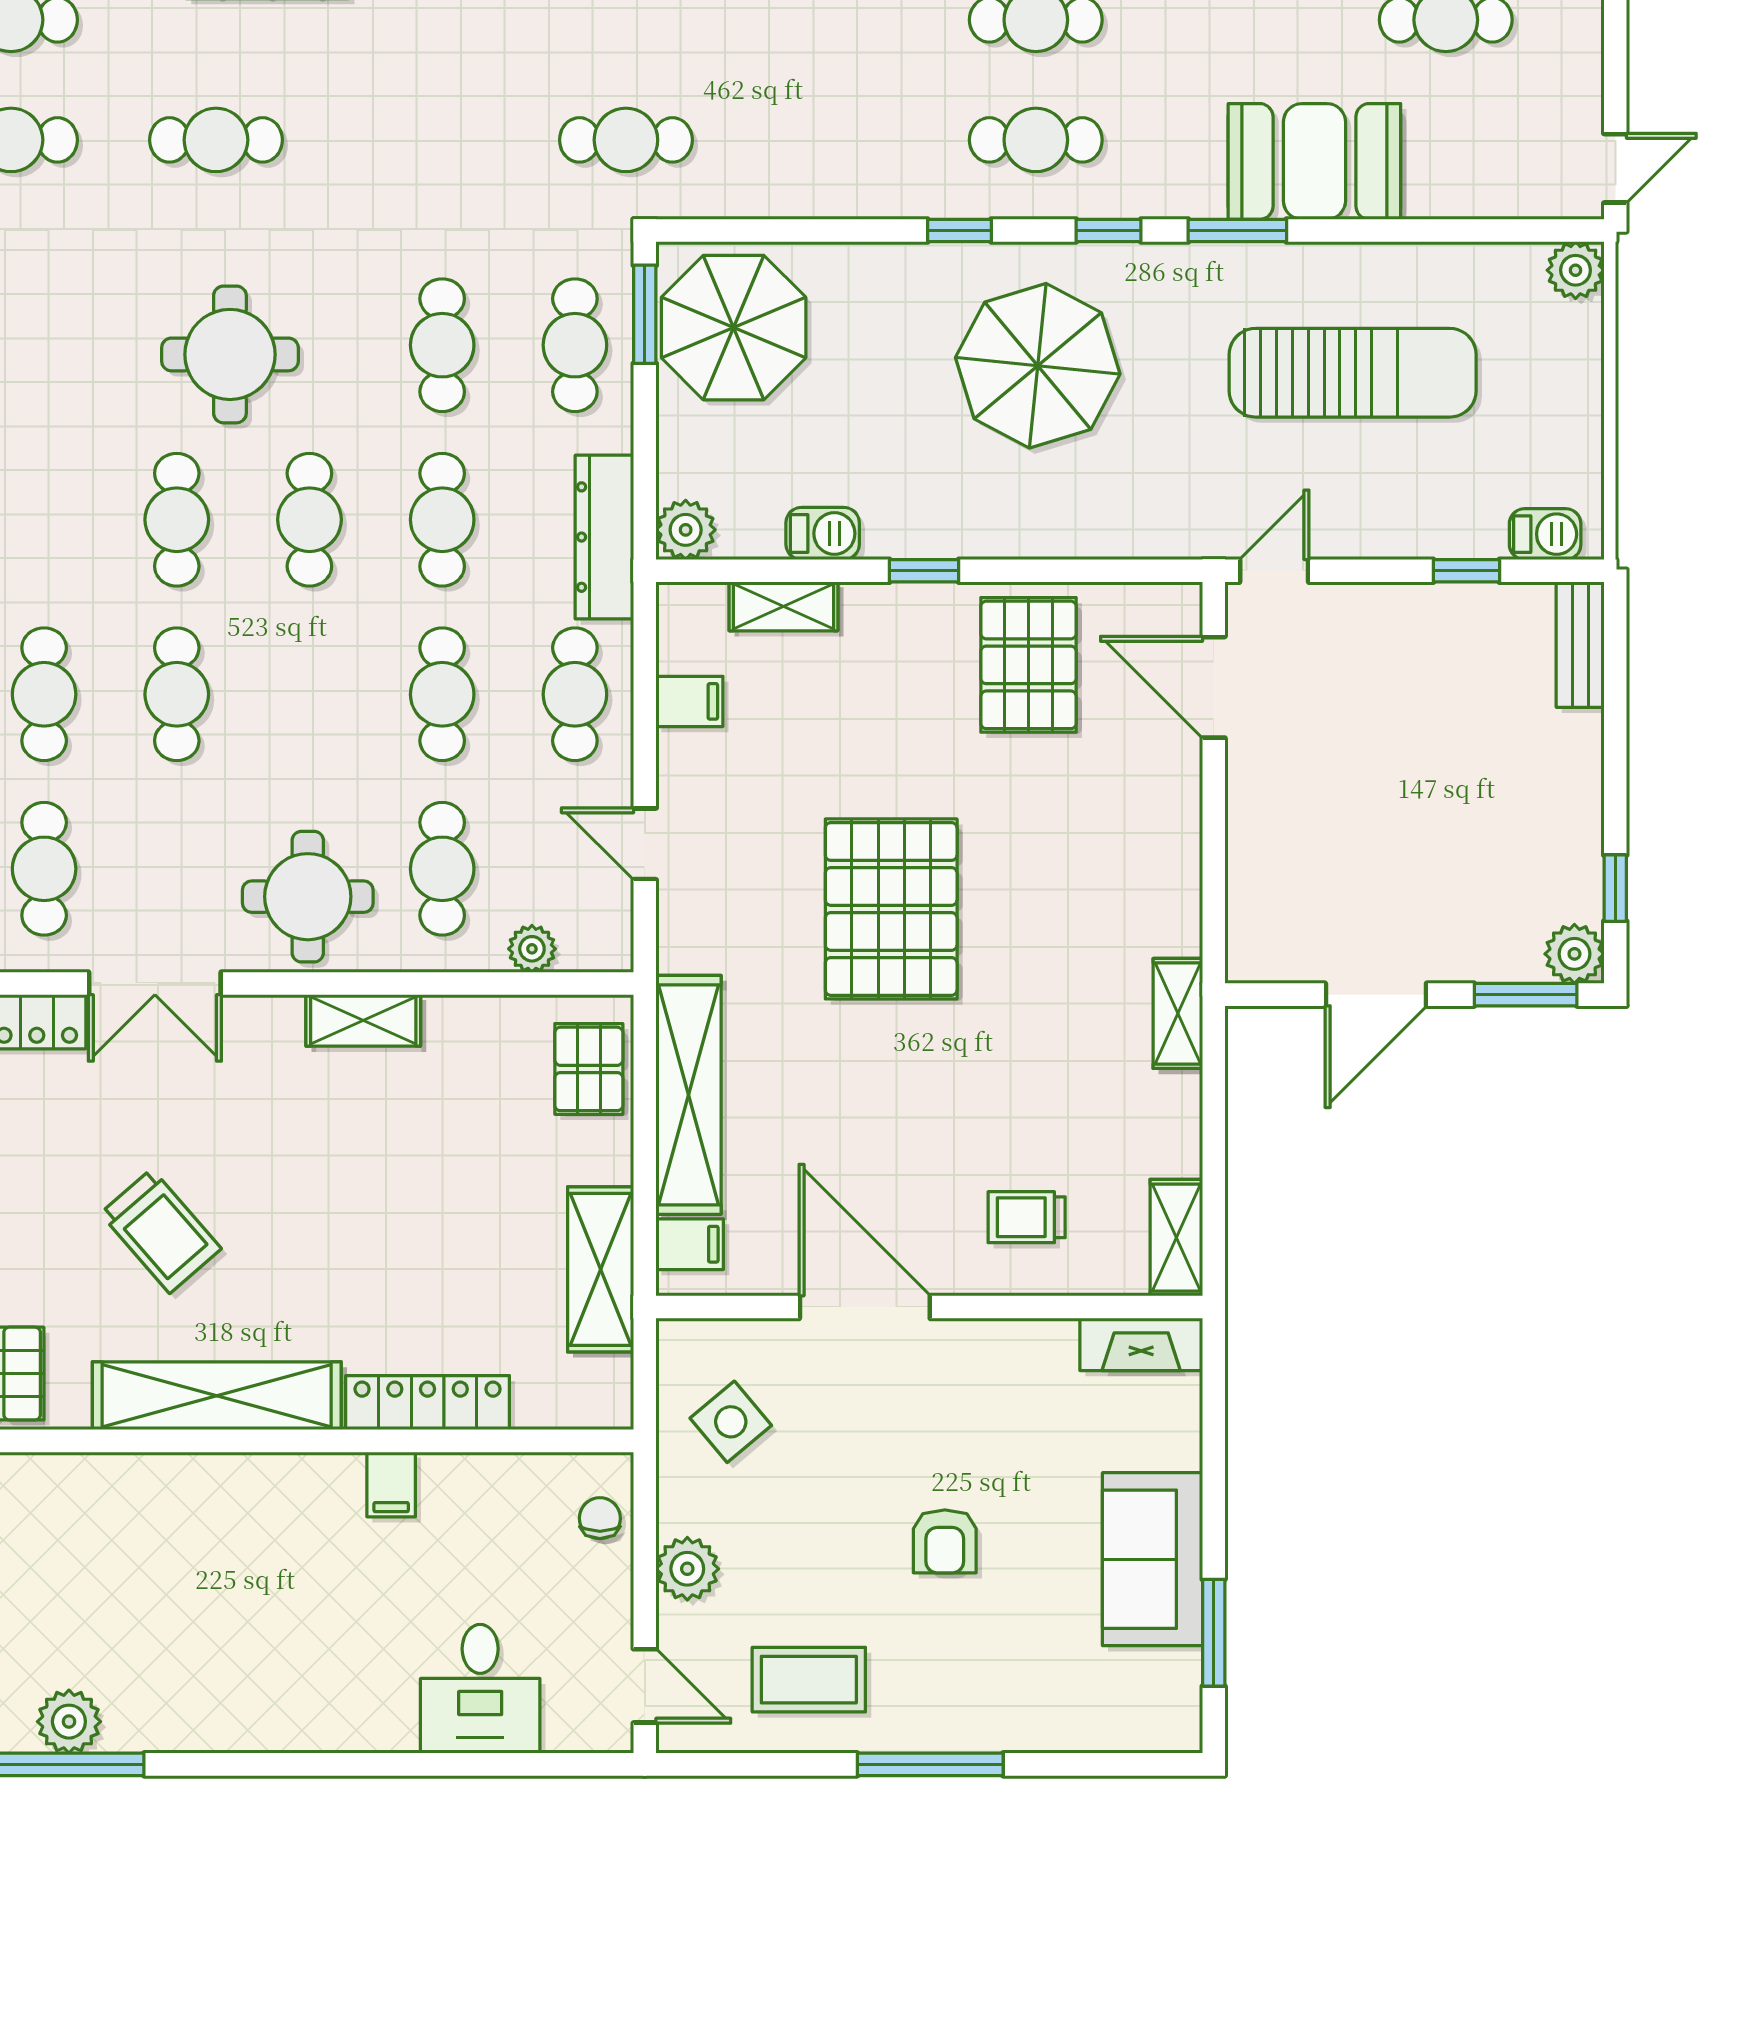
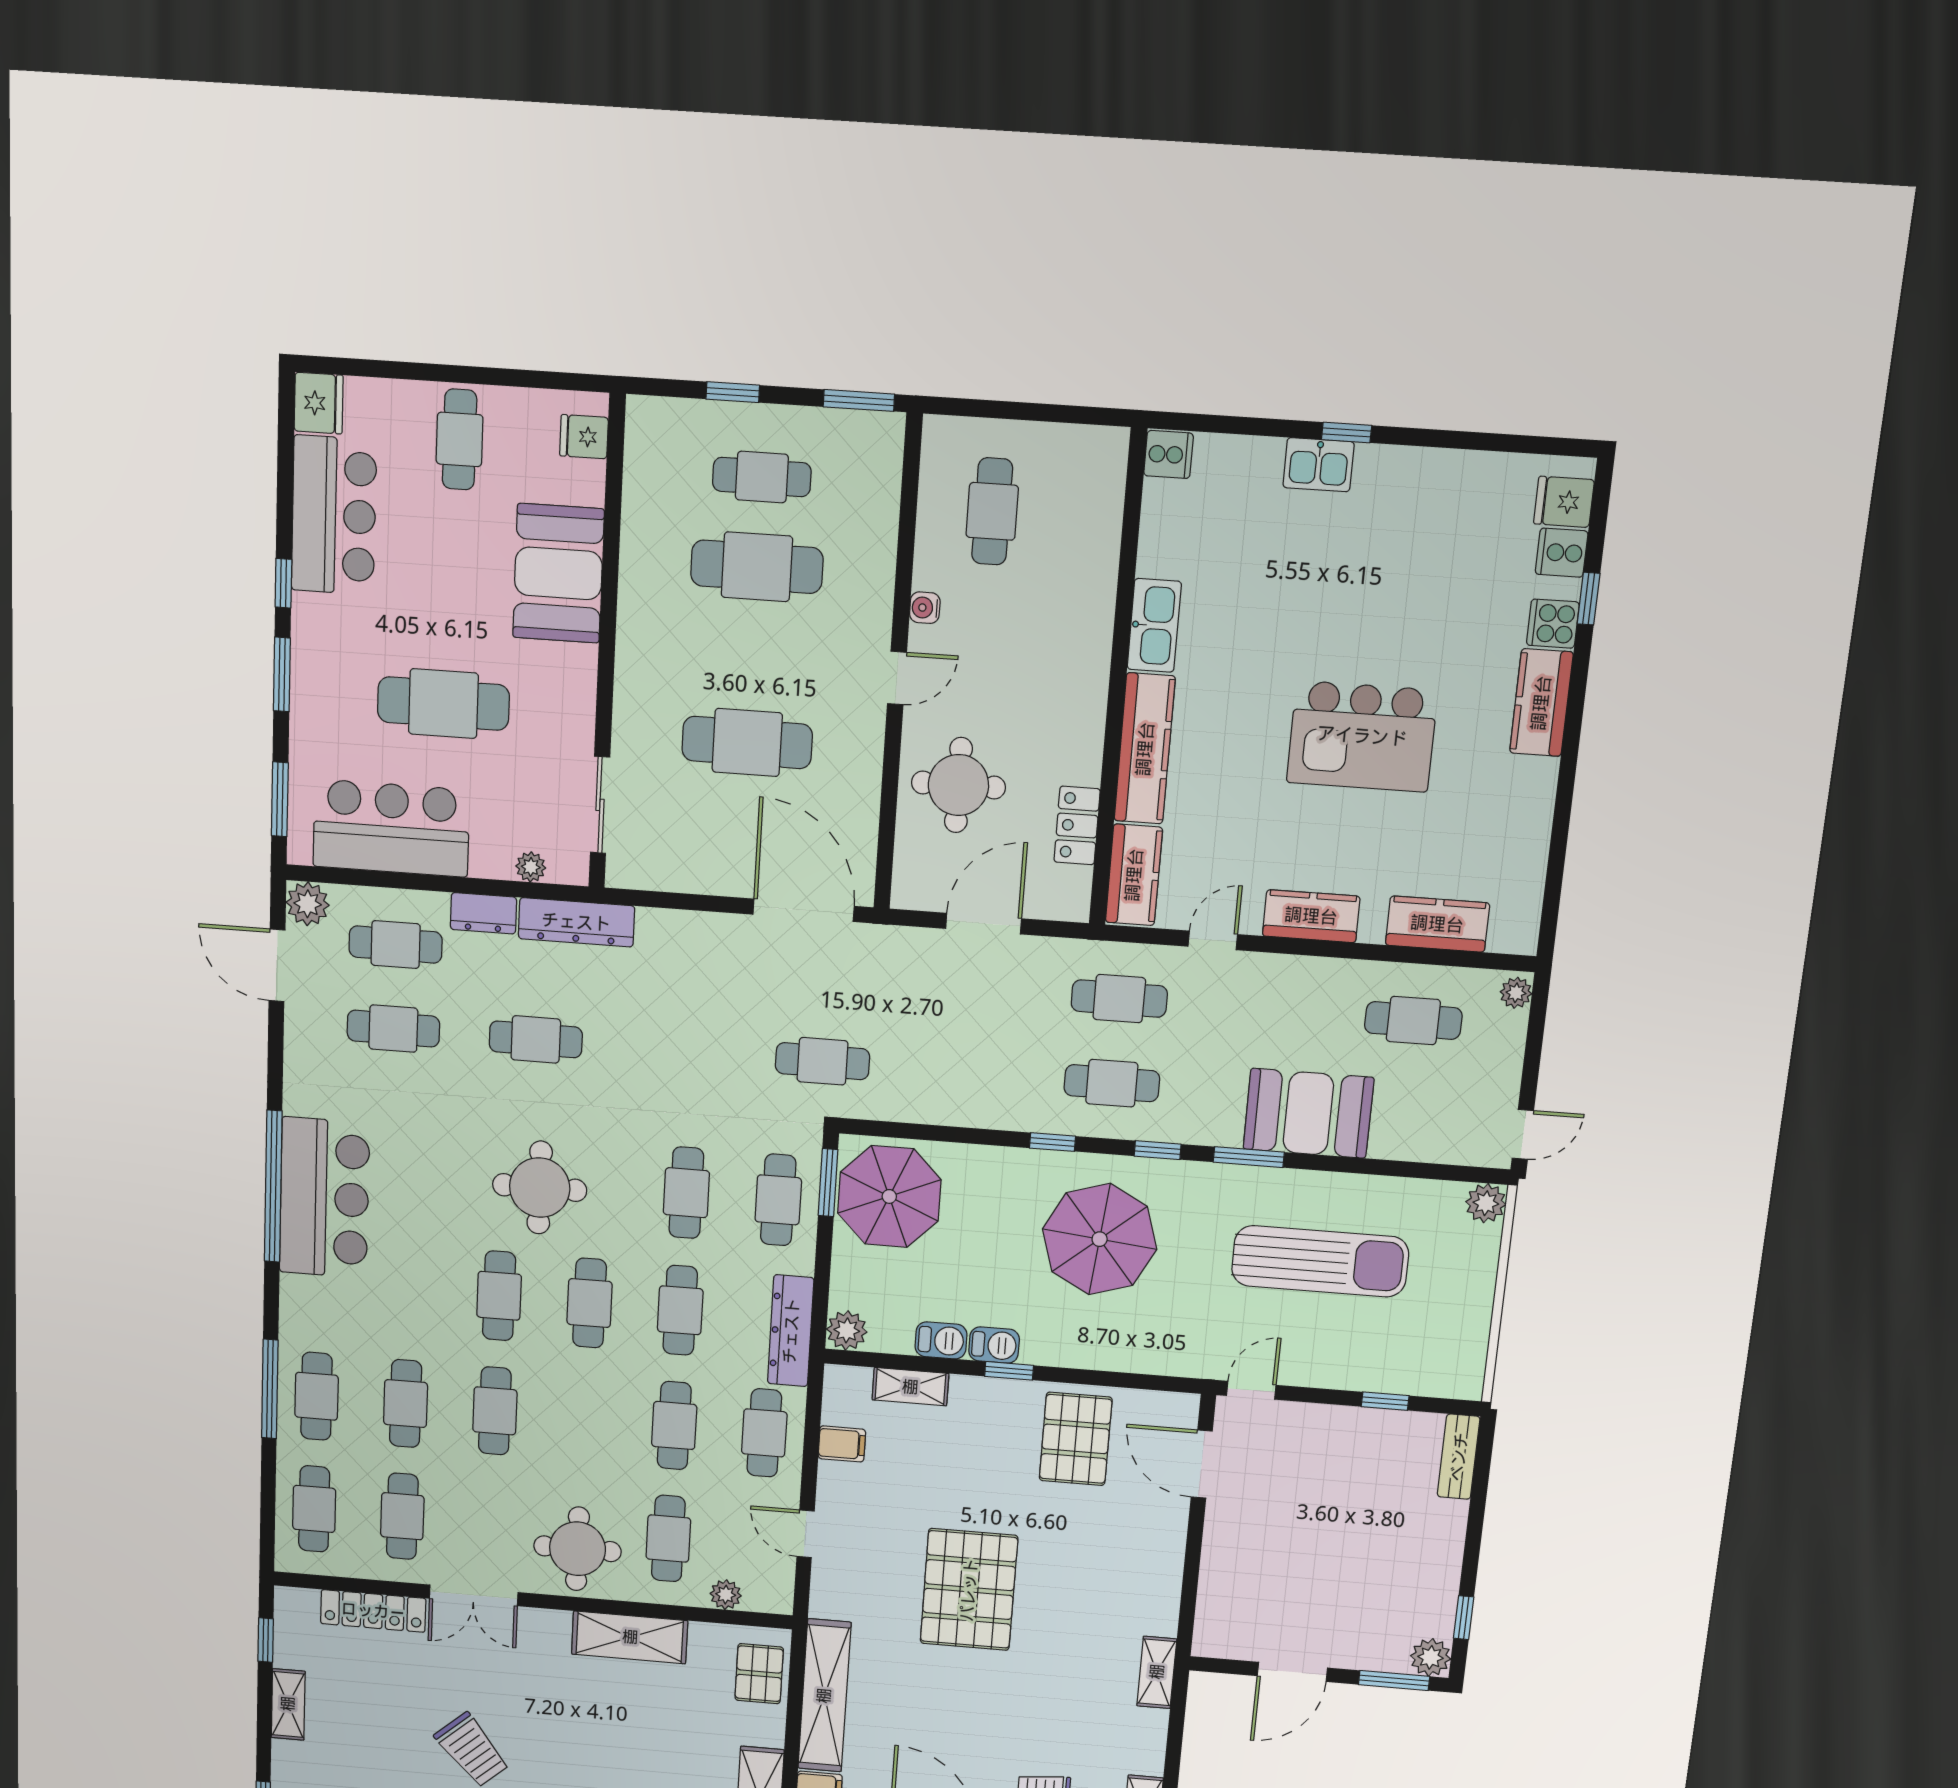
barbecue: (1545, 534) -> (994, 1345), moved
shelving: (363, 1020) -> (630, 1637), width x1.50, depth x1.33

